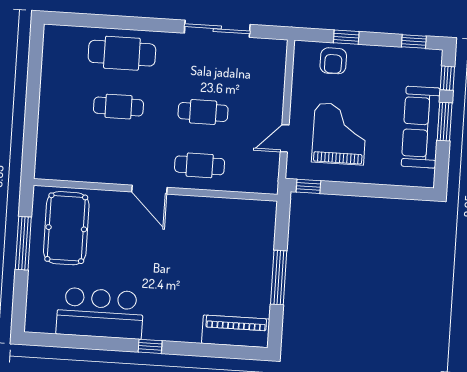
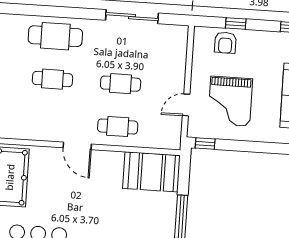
grand piano: (339, 134) -> (230, 101), turned 180
booth: (242, 222) -> (151, 172), added

